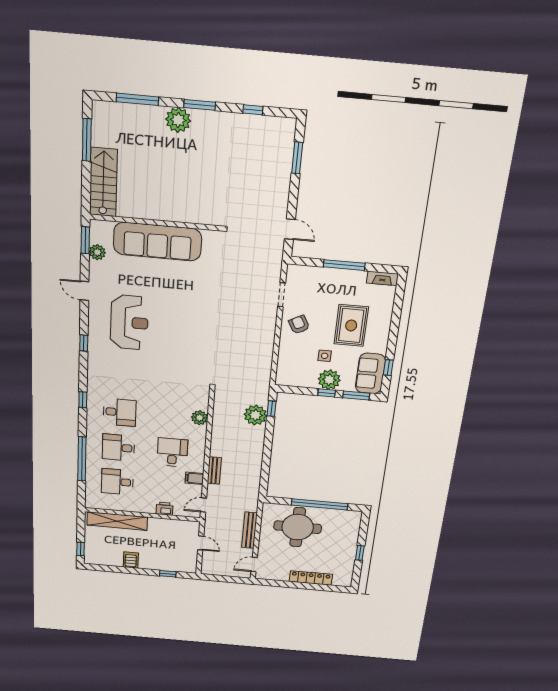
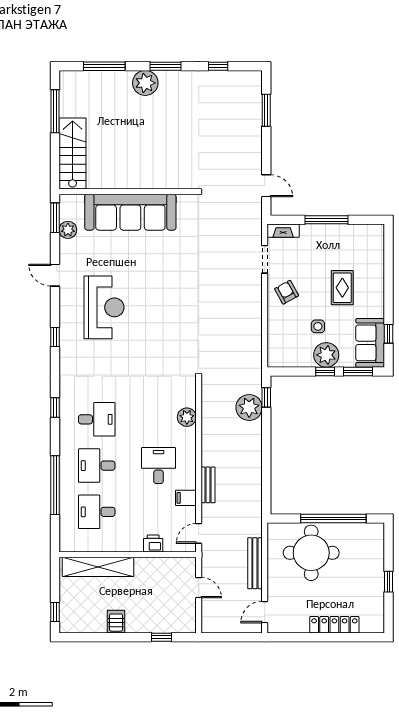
fireplace: (382, 278) -> (283, 231), moved
rug: (351, 325) -> (342, 288), width x0.73, depth x0.70

